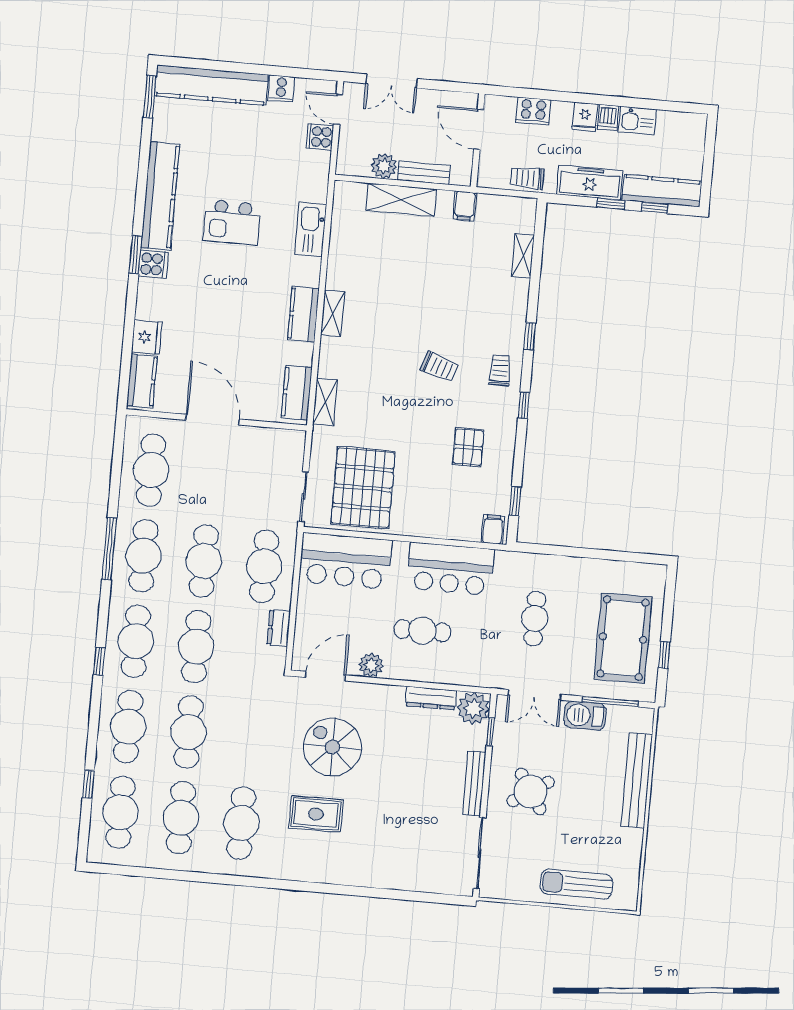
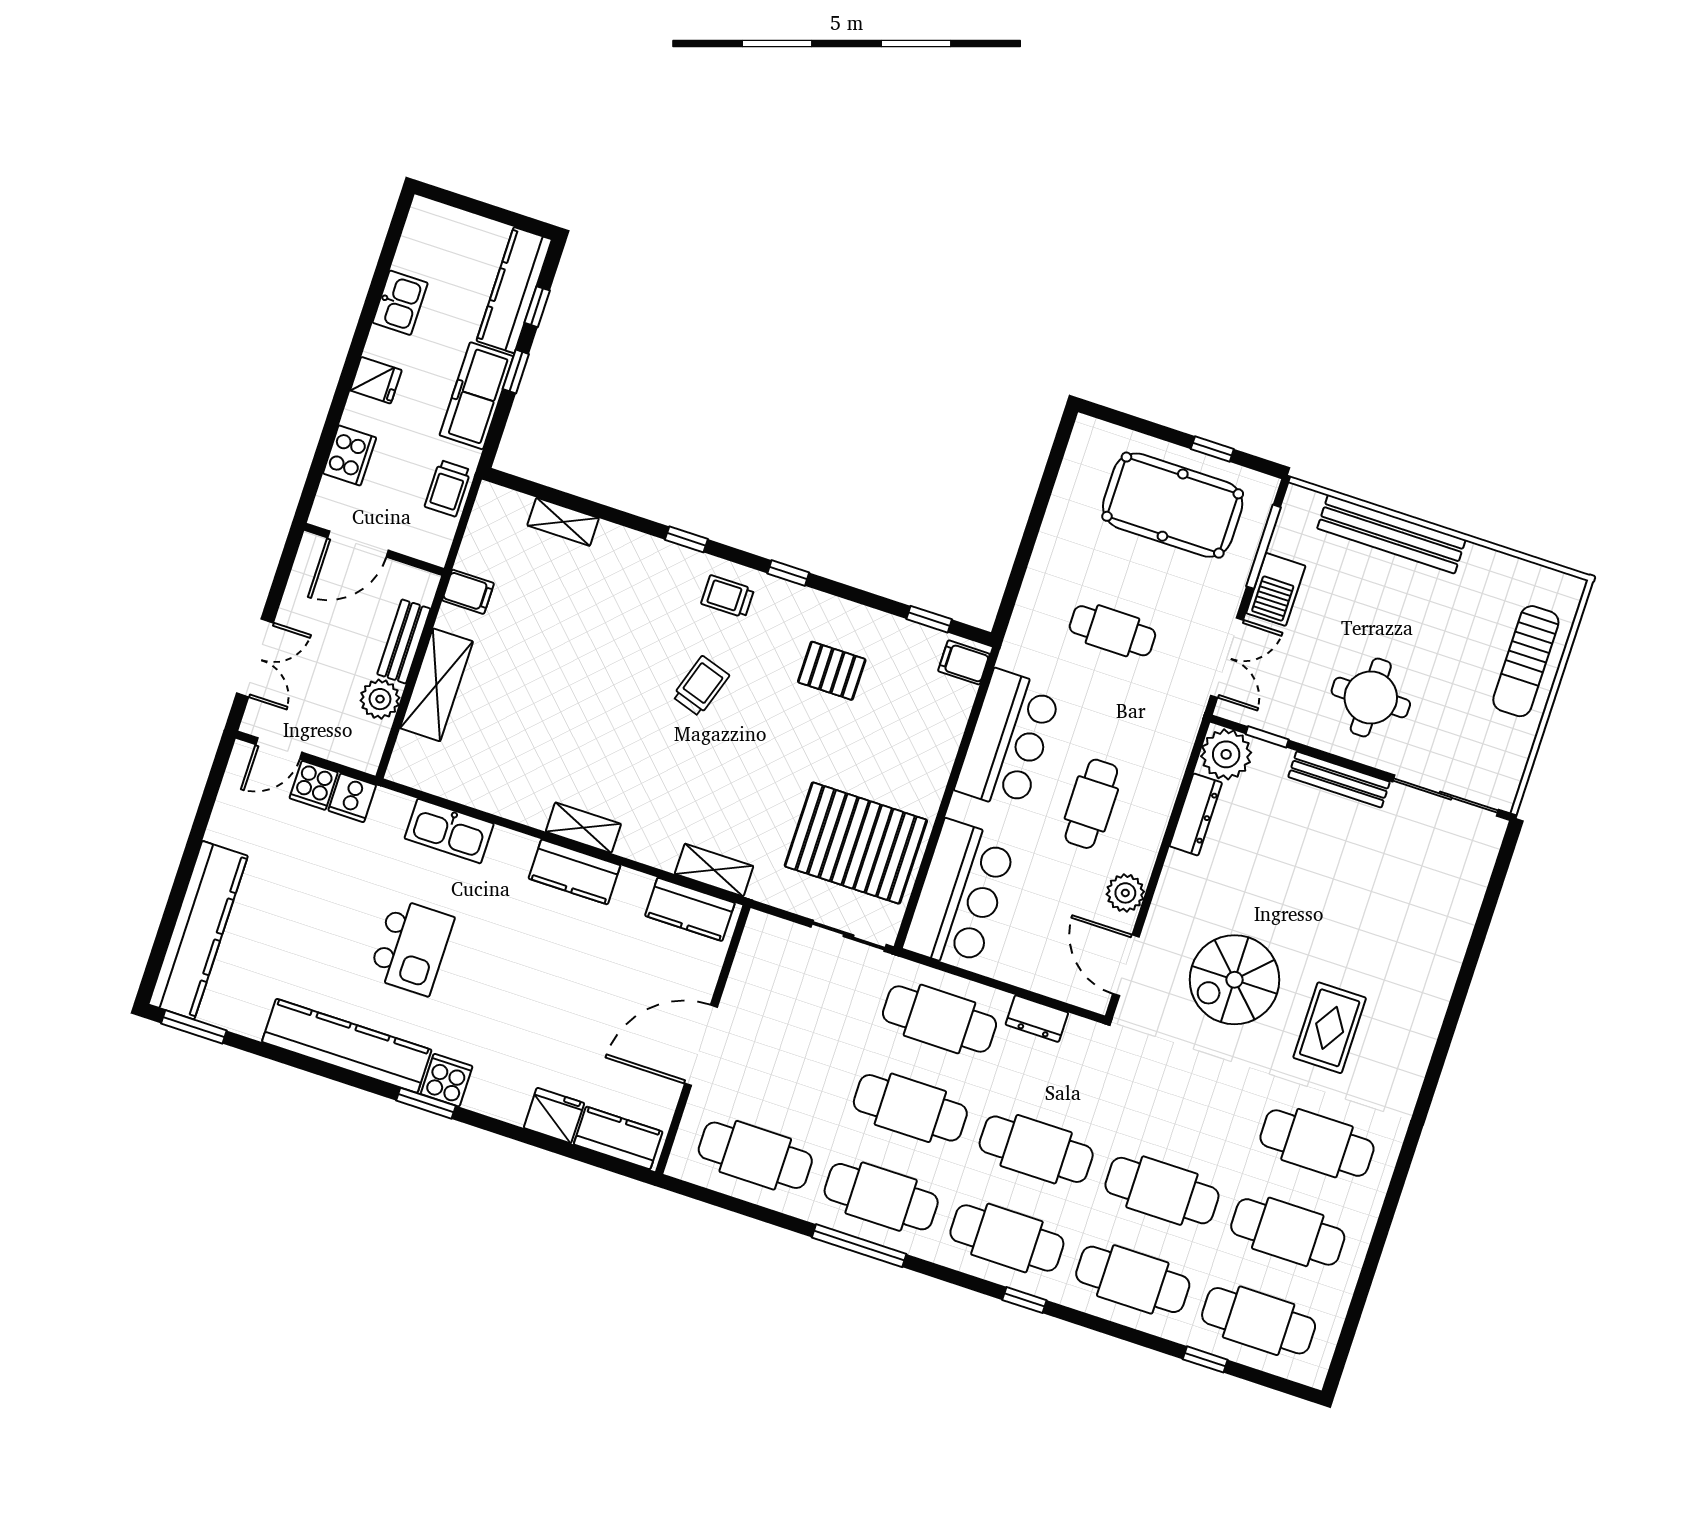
cooker: (281, 89) -> (352, 798), moved, turned 90
dishwasher: (608, 117) -> (385, 346), removed
round table: (531, 791) -> (1371, 697), turned 33

